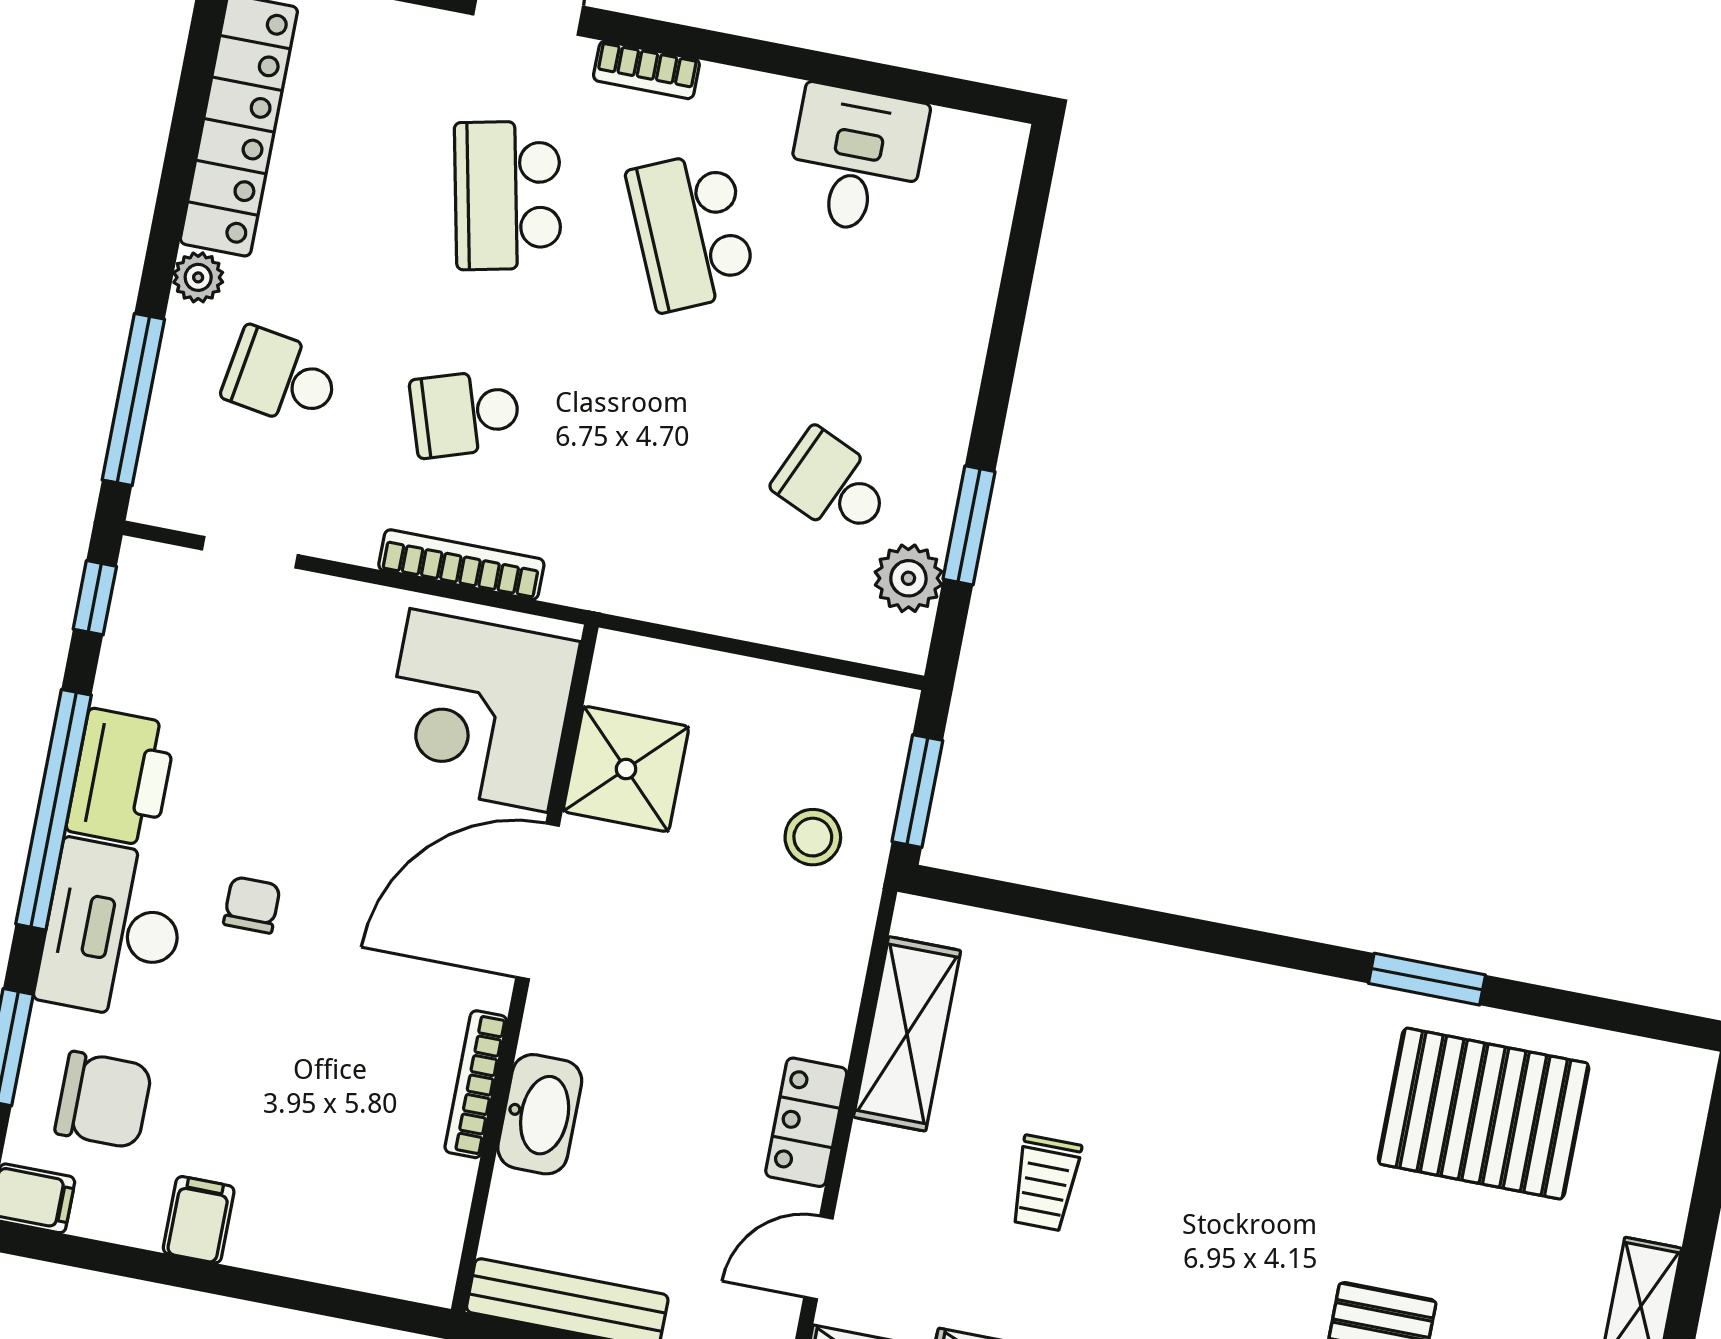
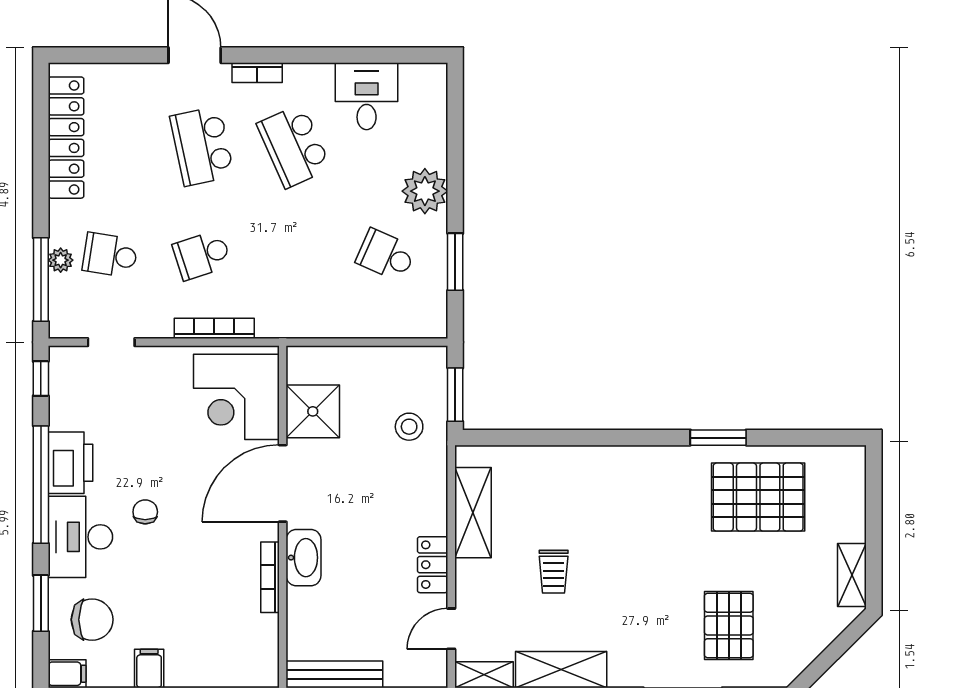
plant: (198, 277) -> (61, 260), moved
plant: (908, 578) -> (425, 191), moved, width x1.36, depth x1.36
washbasin: (540, 1114) -> (304, 558), moved

